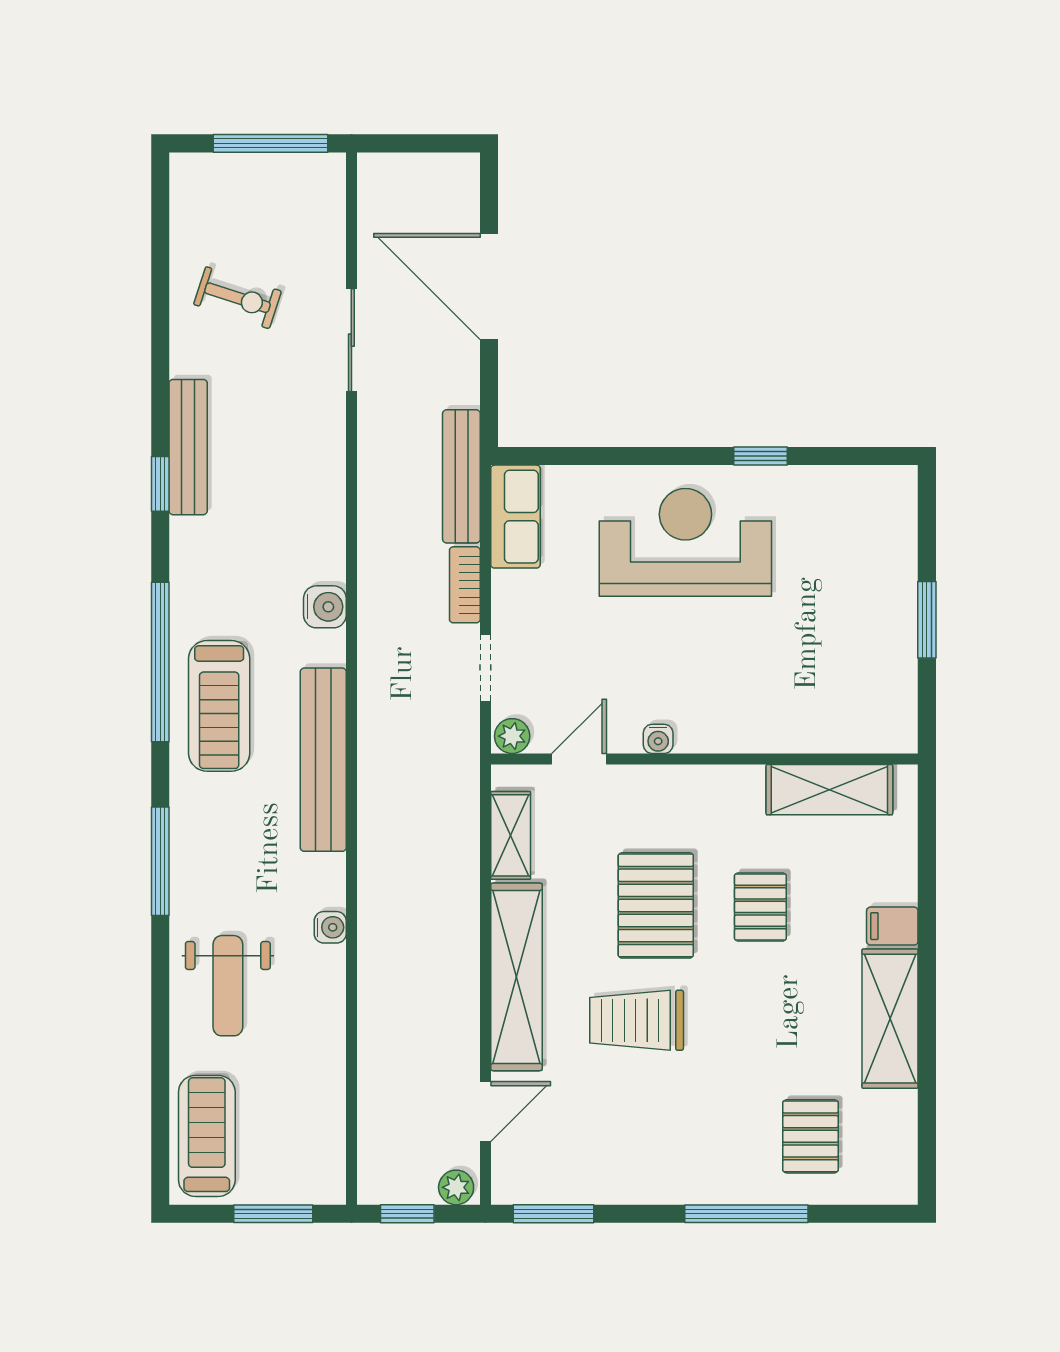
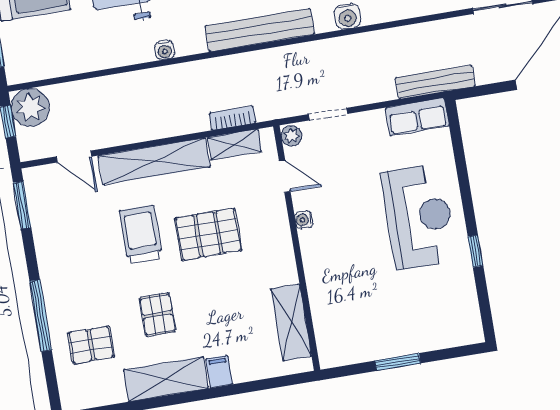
bookcase: (465, 585) -> (232, 118), moved
pallet: (760, 907) -> (157, 315), moved, turned 90
plant: (456, 1187) -> (30, 107), moved, width x1.87, depth x1.87

